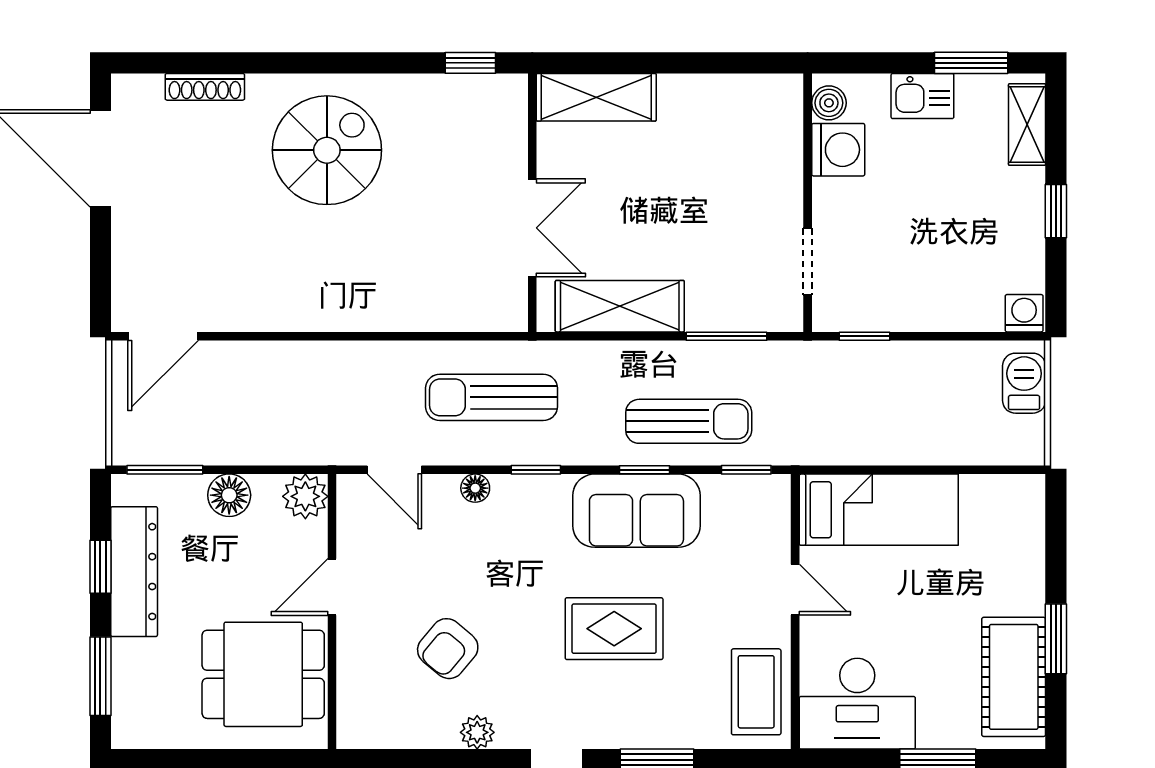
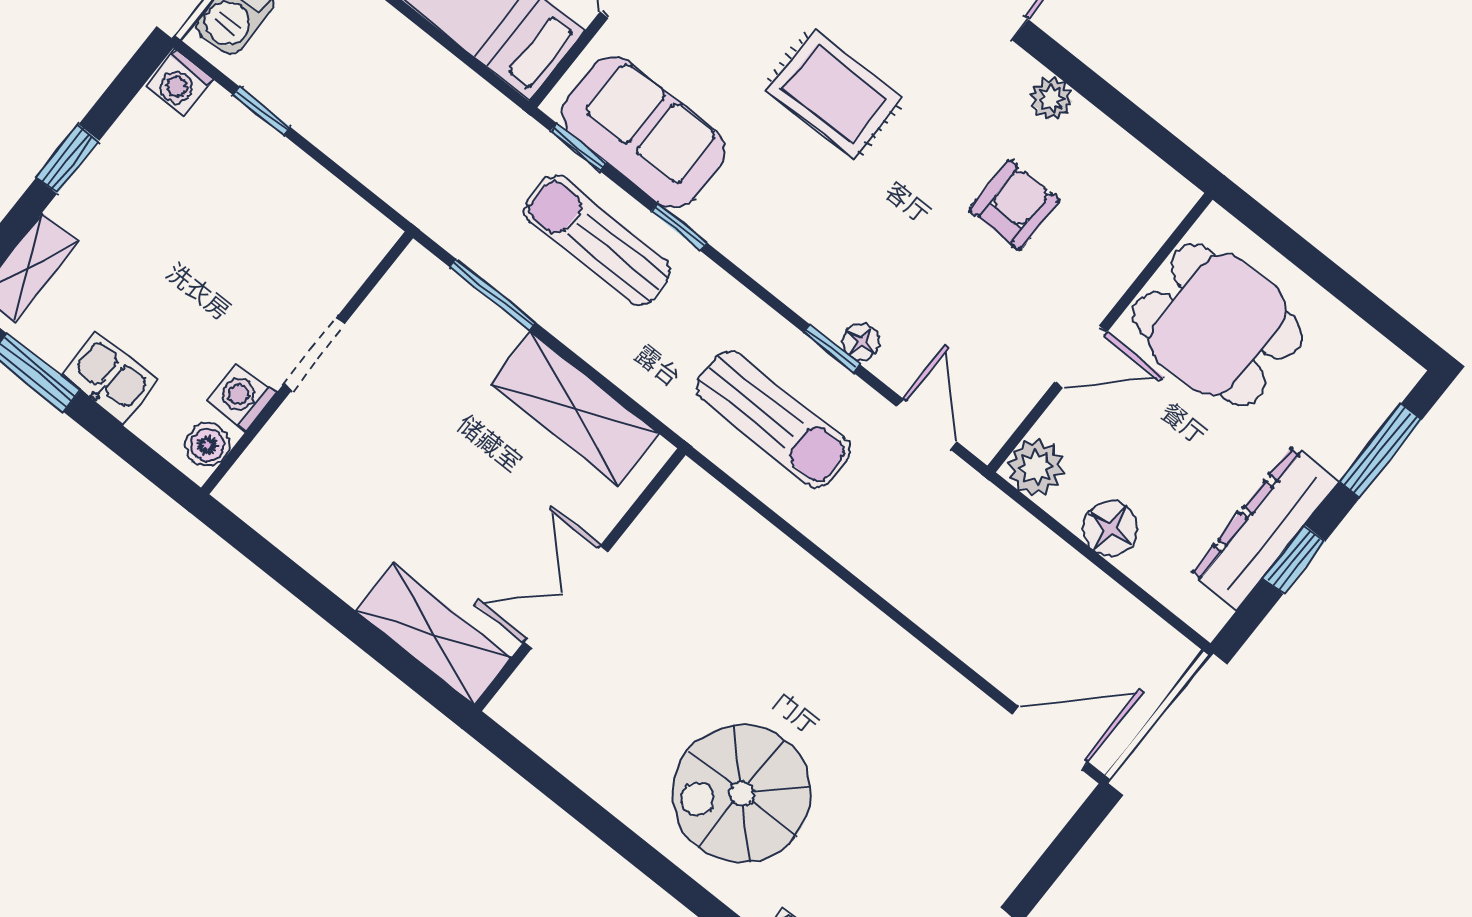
window: (470, 63) -> (531, 767), removed
washing machine: (838, 150) -> (242, 397), width x0.73, depth x0.73
double door: (532, 228) -> (566, 597), moved
doorway: (808, 262) -> (314, 354), moved
window: (864, 336) -> (262, 111), moved
window: (165, 470) -> (1154, 605), removed
window: (536, 470) -> (832, 348), moved
sofa: (636, 511) -> (643, 132), moved
armchair: (448, 649) -> (1015, 205), turned -40

